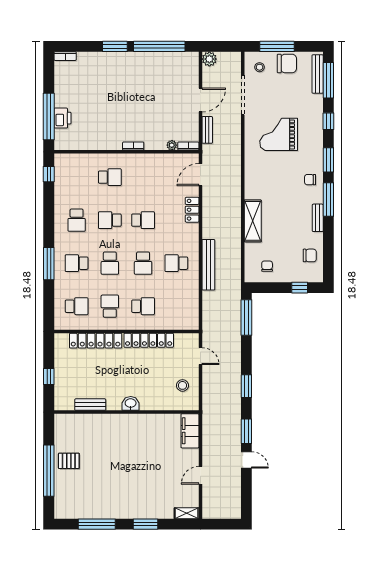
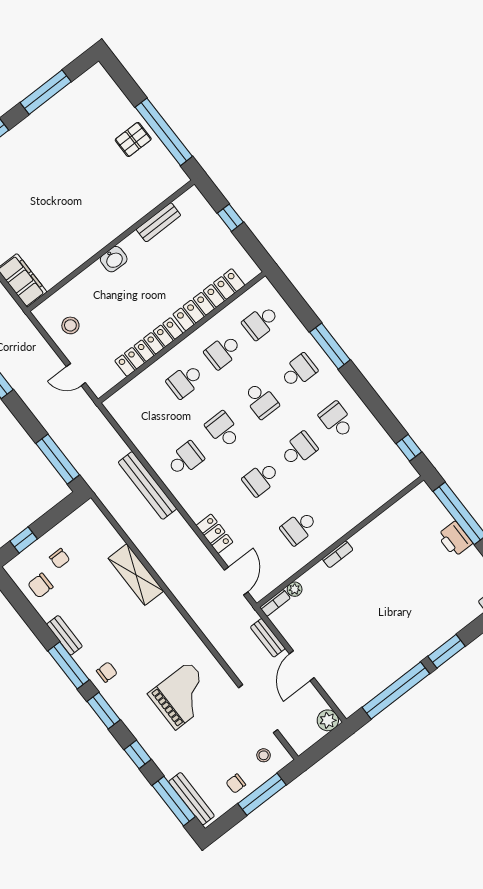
chair: (287, 63) -> (236, 784), width x0.54, depth x0.54
printer: (62, 118) -> (455, 539), moved
school desk: (110, 177) -> (299, 528), moved
school desk: (110, 263) -> (261, 400), turned 180
chair: (267, 266) -> (60, 558), moved
school desk: (110, 306) -> (223, 351), turned 90
window: (49, 471) -> (164, 132), moved

